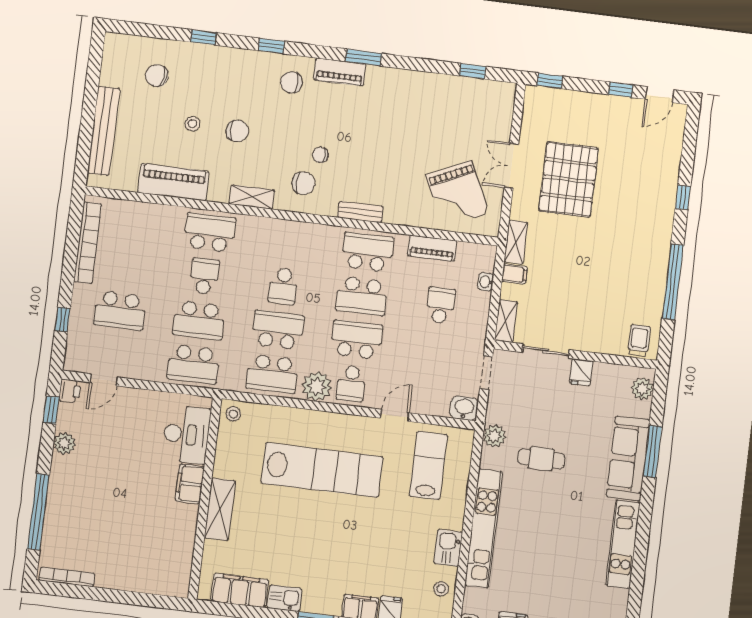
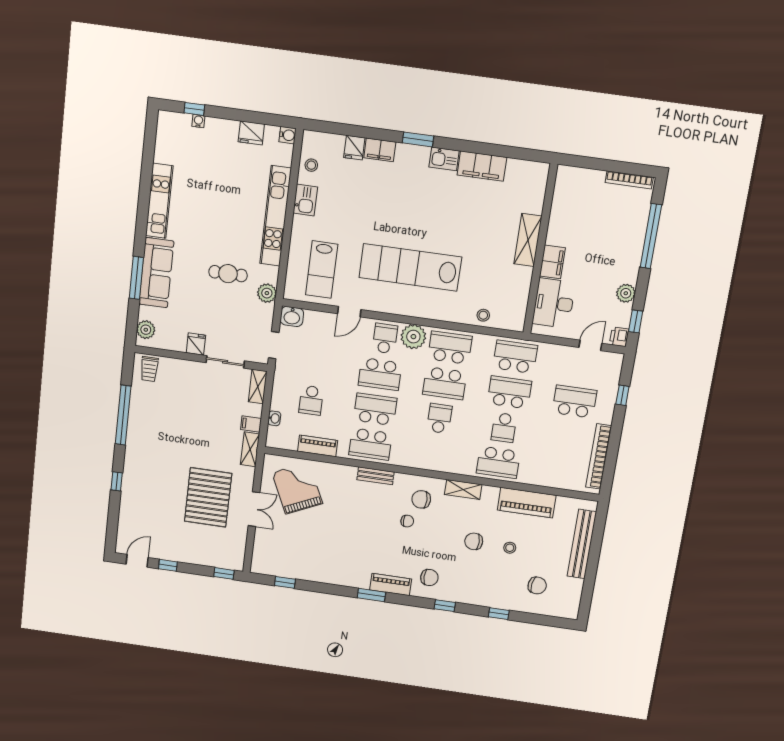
desk: (186, 435) -> (554, 303), moved
filing cabinet: (190, 484) -> (552, 262), moved
wall: (205, 498) -> (540, 249), moved
shelving: (220, 509) -> (528, 240), moved

